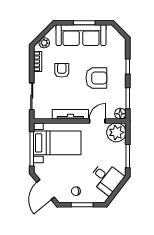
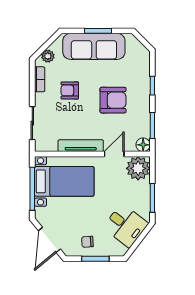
armchair: (62, 70) -> (70, 90), turned -90

